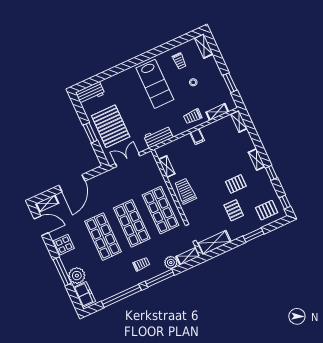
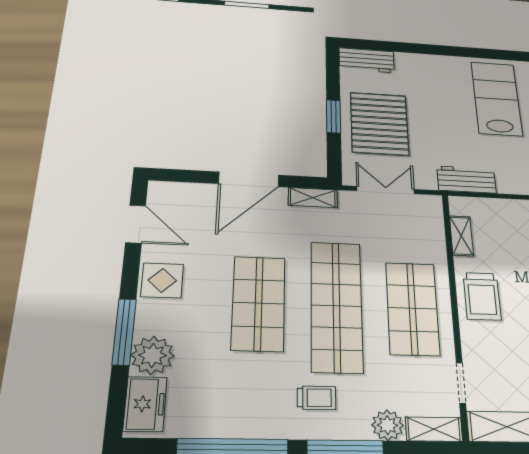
lab bench: (155, 84) -> (496, 98), turned 180
trolley: (185, 191) -> (482, 296), turned 180
shelving: (47, 203) -> (313, 198), moved
shop shelf: (132, 223) -> (336, 306), width x1.40

